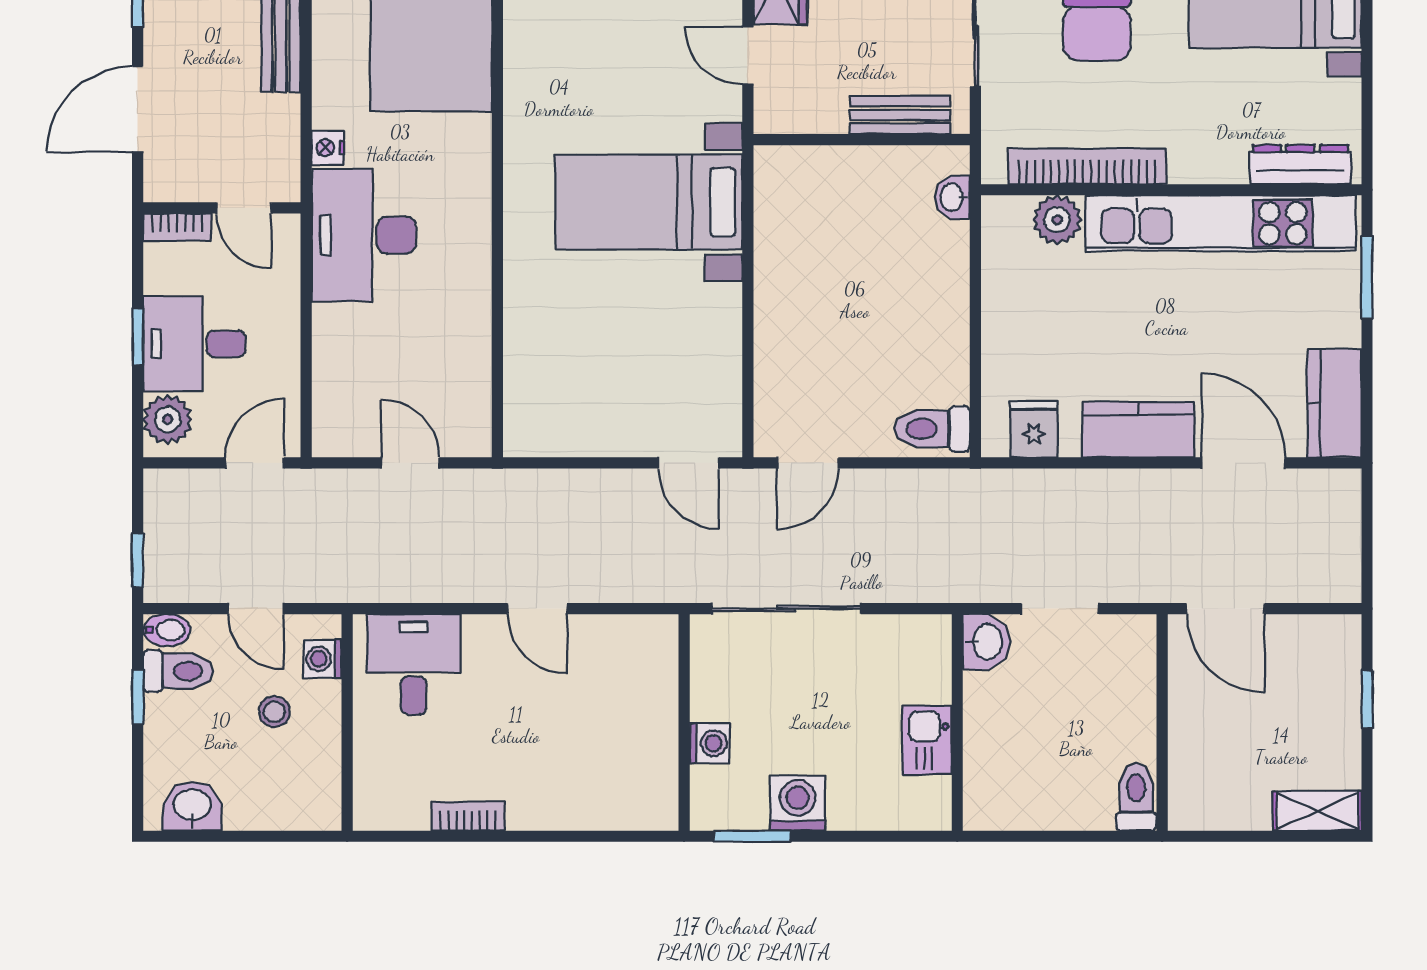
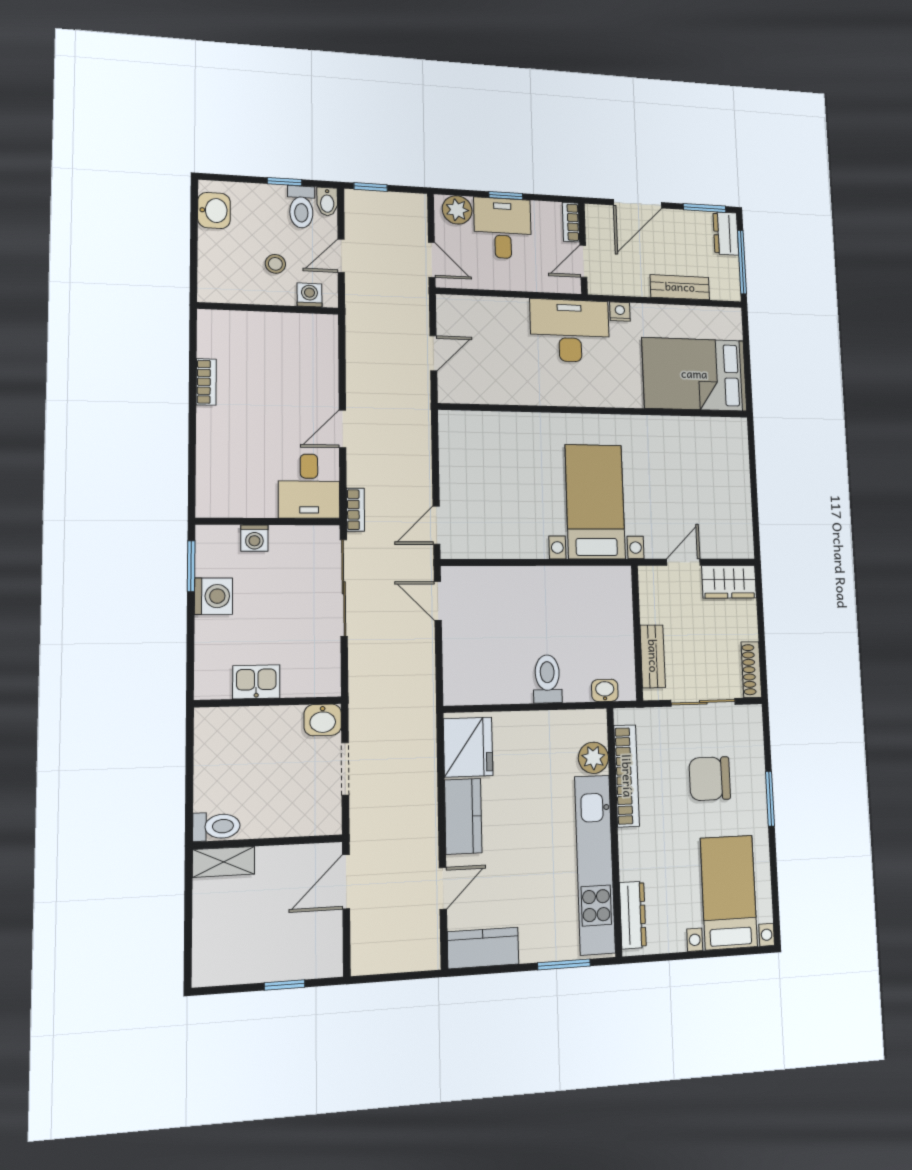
door: (138, 109) -> (638, 204), swing flipped
toilet: (932, 429) -> (547, 679), moved
fridge: (1034, 429) -> (468, 747), width x1.88, depth x1.34
door: (1243, 463) -> (443, 888), width x0.73
bookcase: (665, 590) -> (355, 510), added
desk: (414, 664) -> (309, 486), moved, turned 90
shelving: (1317, 811) -> (224, 862), moved, turned 90

